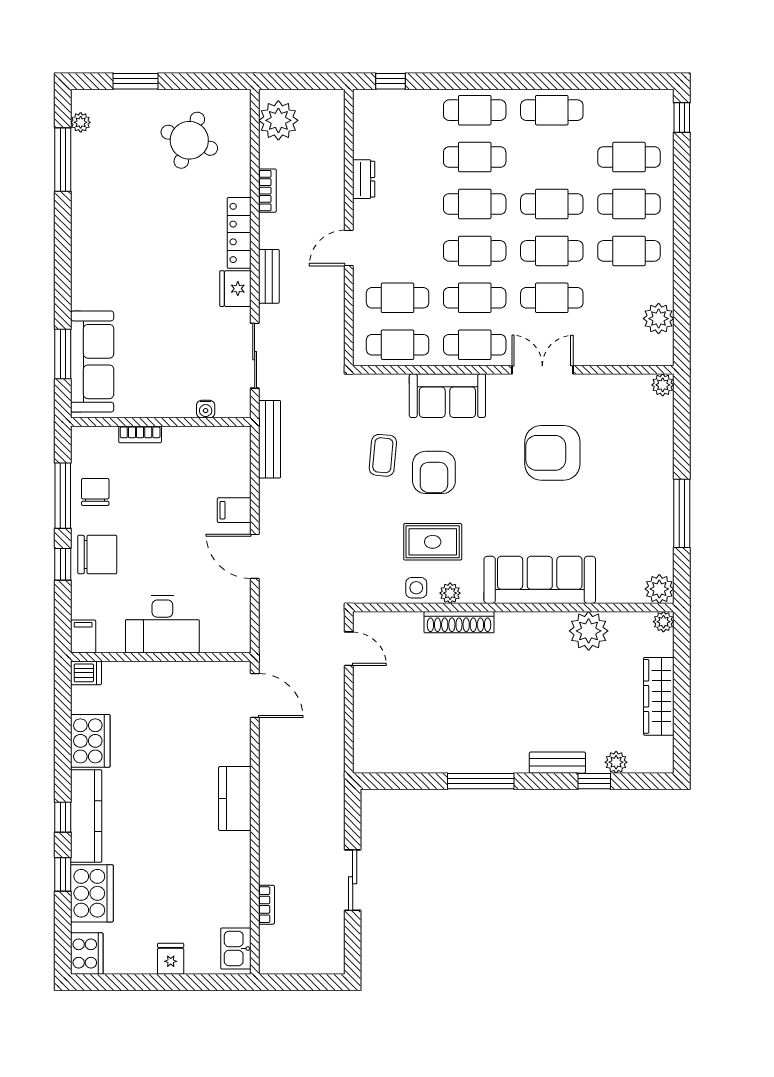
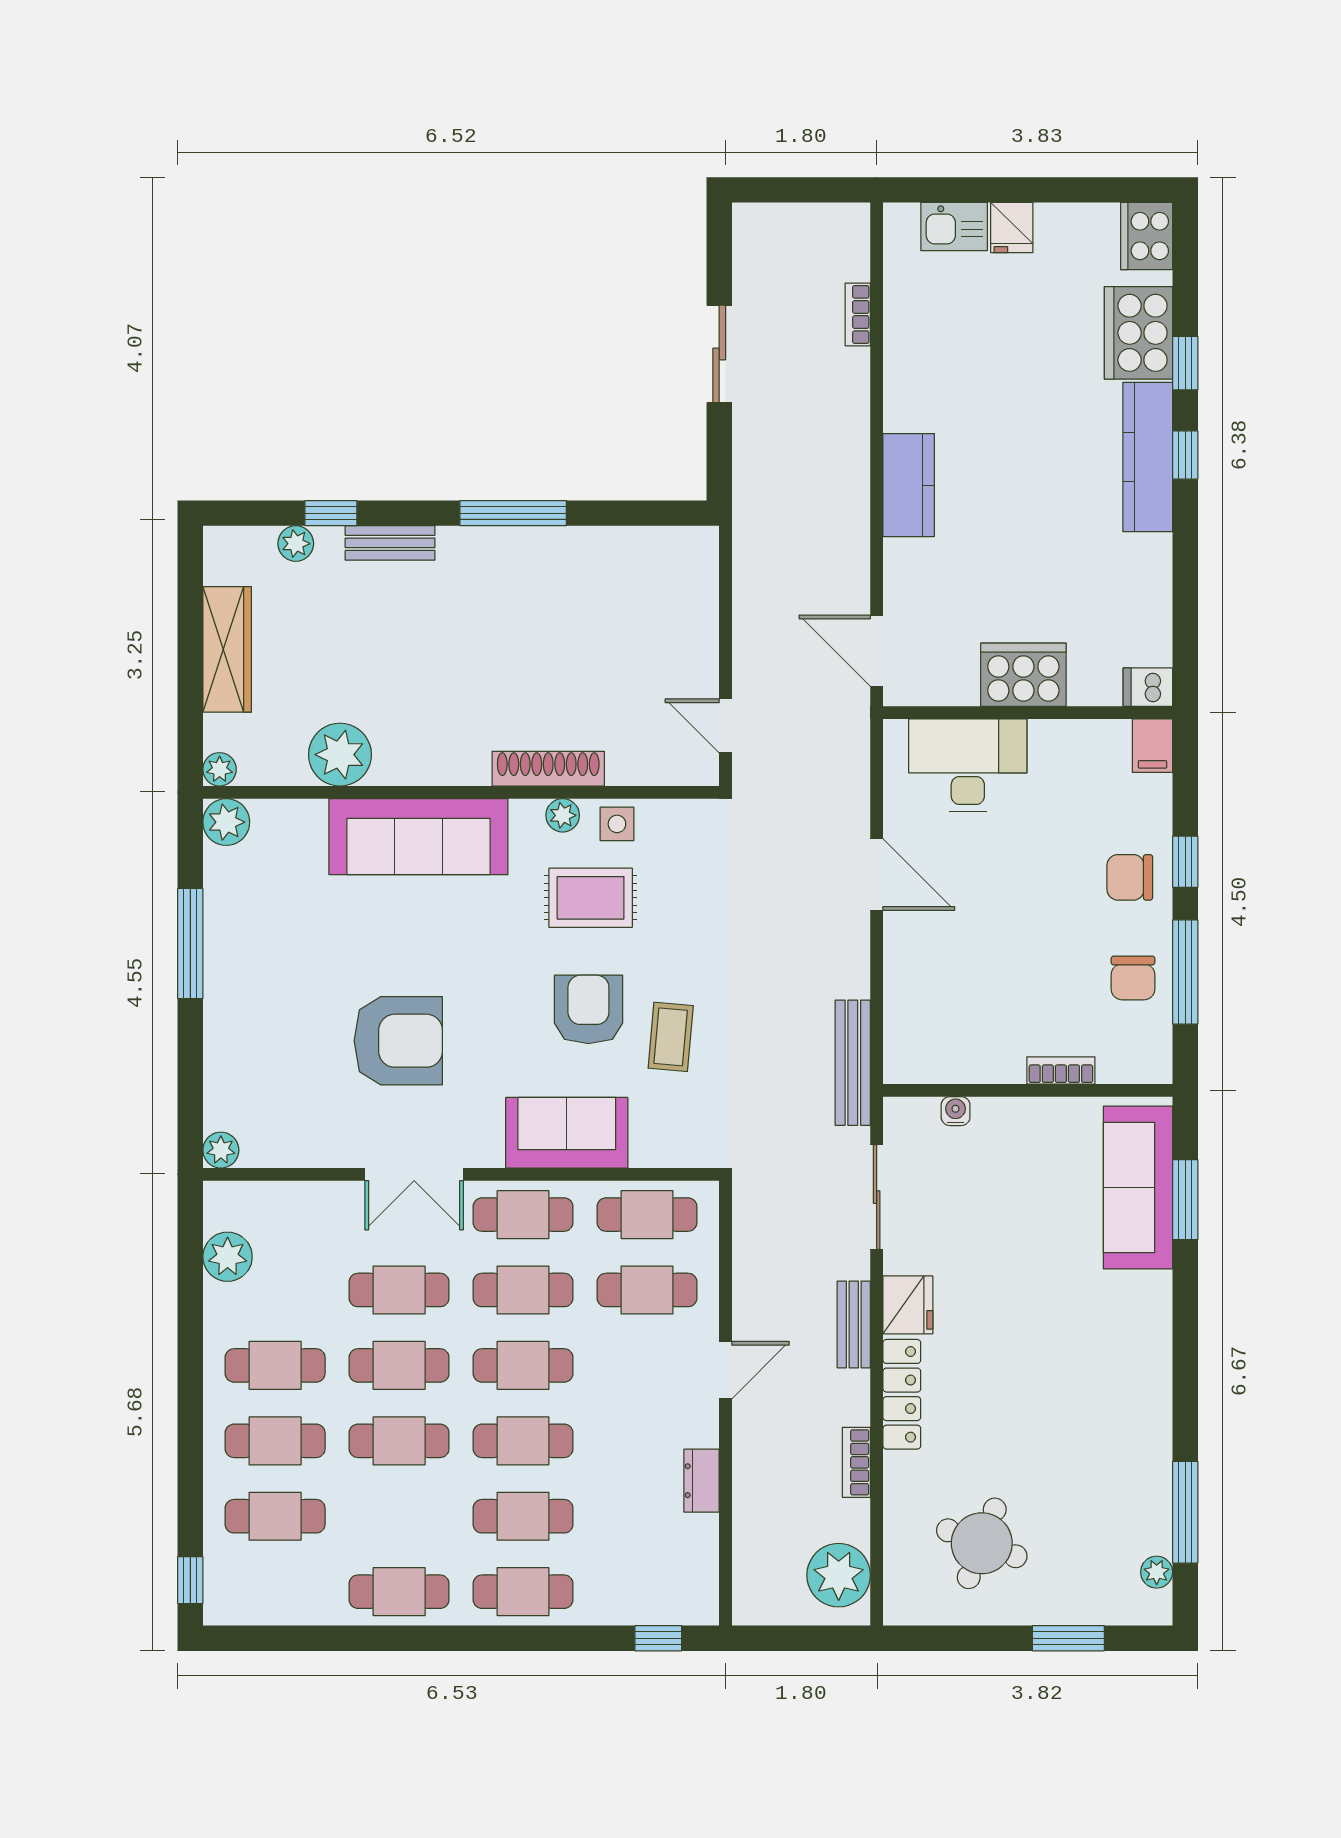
filing cabinet: (234, 510) -> (910, 949), removed
chair: (97, 555) -> (1130, 877), width x0.73, depth x0.73
desk: (162, 624) -> (968, 765), moved
cooker: (90, 741) -> (1023, 675), moved, turned 90
kitchen sink: (236, 948) -> (954, 227), moved, turned 90

